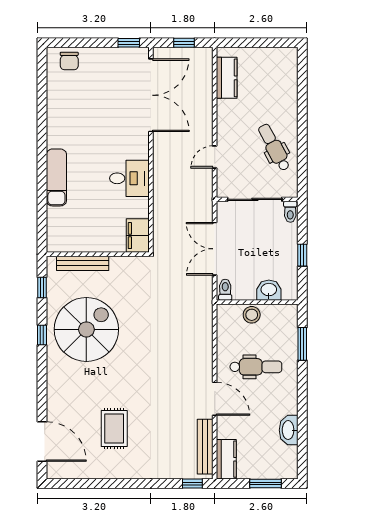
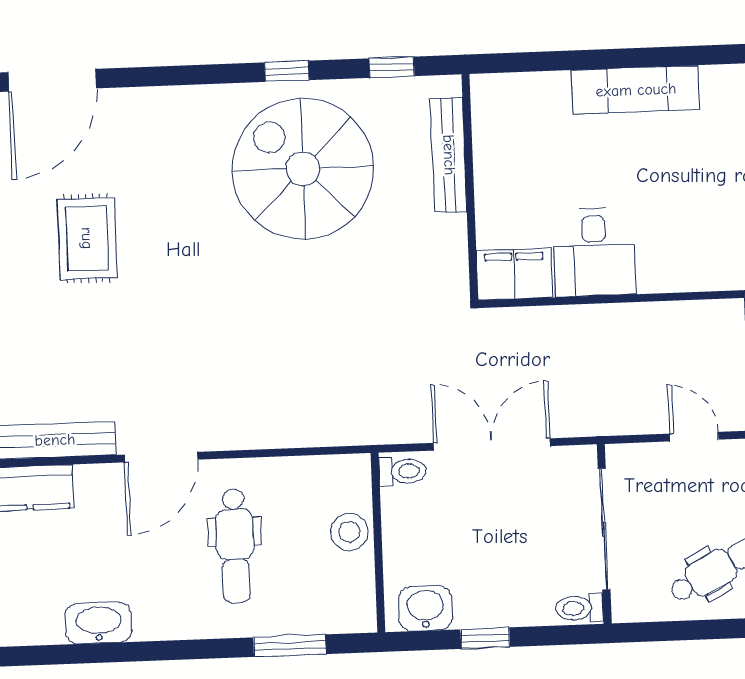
desk: (129, 178) -> (594, 252), moved
washbasin: (269, 290) -> (425, 608), moved, turned -90
spiral stairs: (86, 329) -> (303, 169), turned 180
rug: (114, 428) -> (87, 238), turned 90

